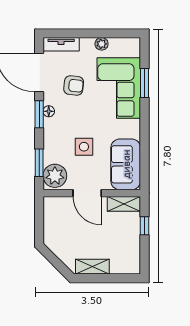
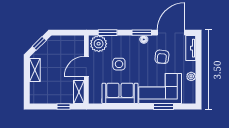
sofa: (126, 164) -> (120, 93), moved
window: (54, 260) -> (39, 43), added

